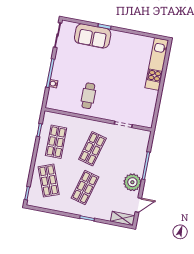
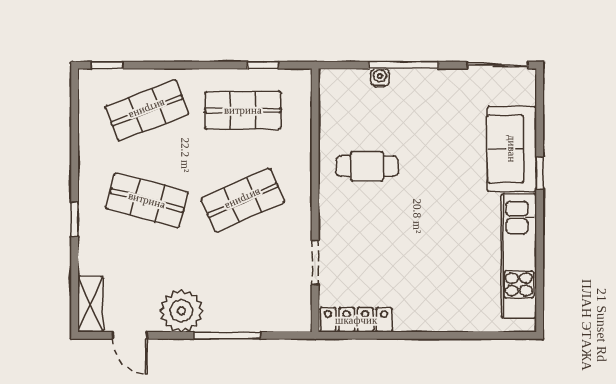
kitchen unit: (157, 64) -> (519, 256), moved, turned -90
locker: (150, 112) -> (356, 320), added
shop shelf: (92, 149) -> (243, 200), turned -39

